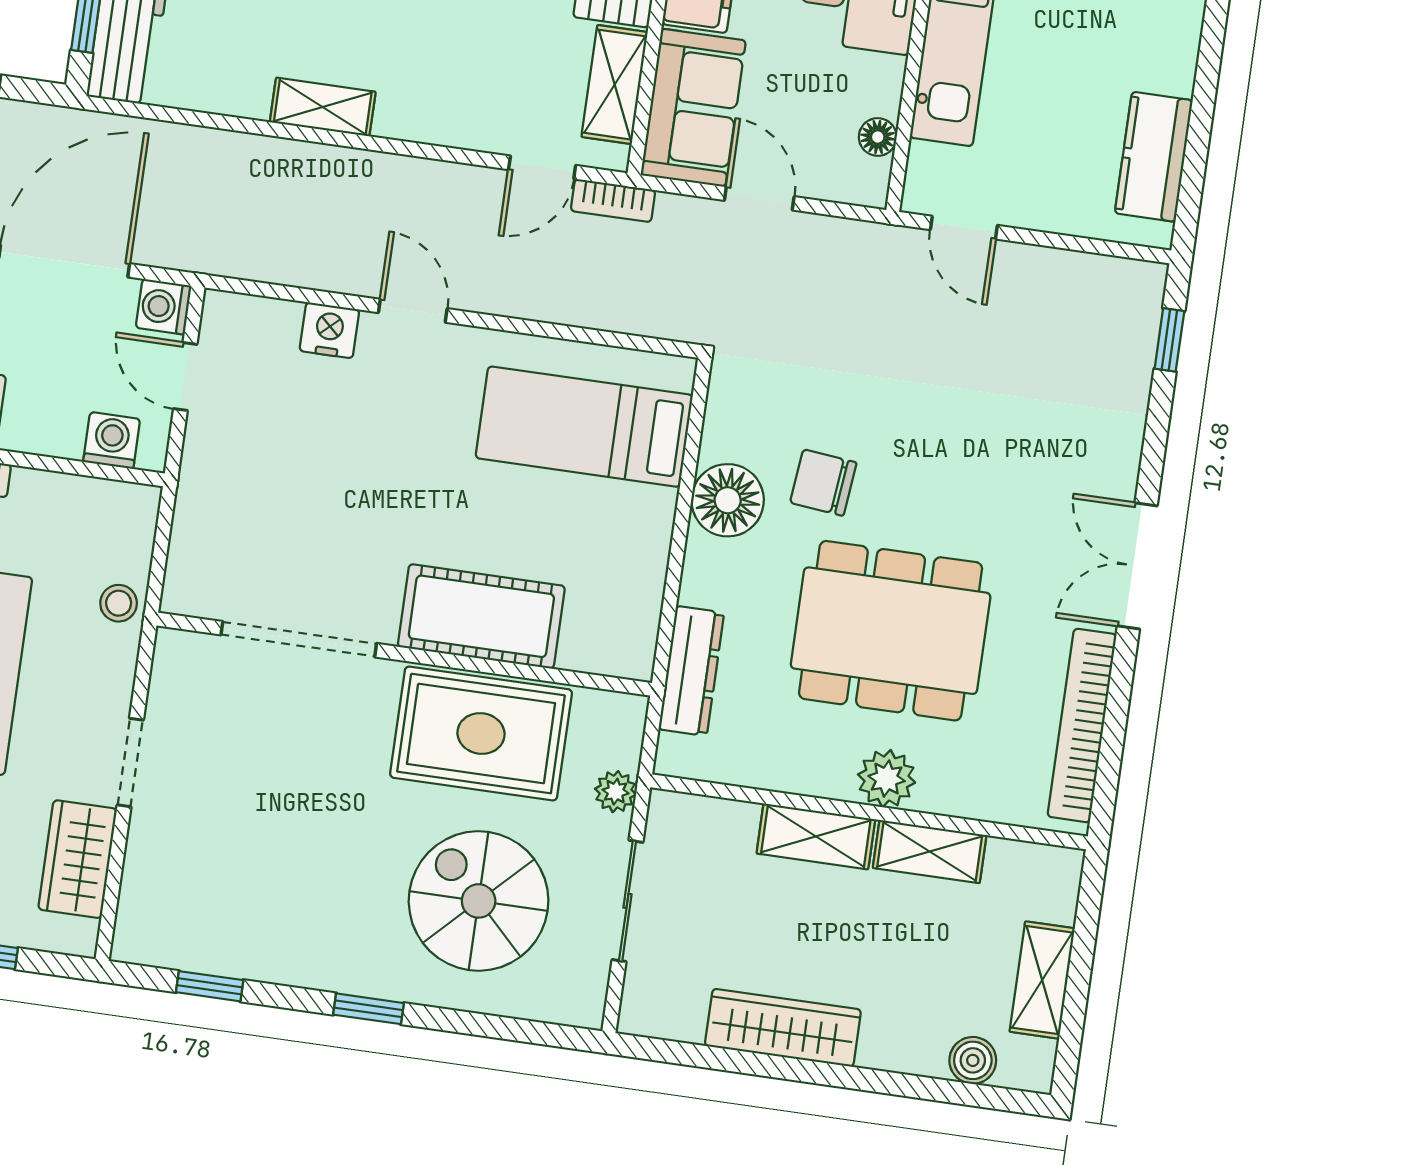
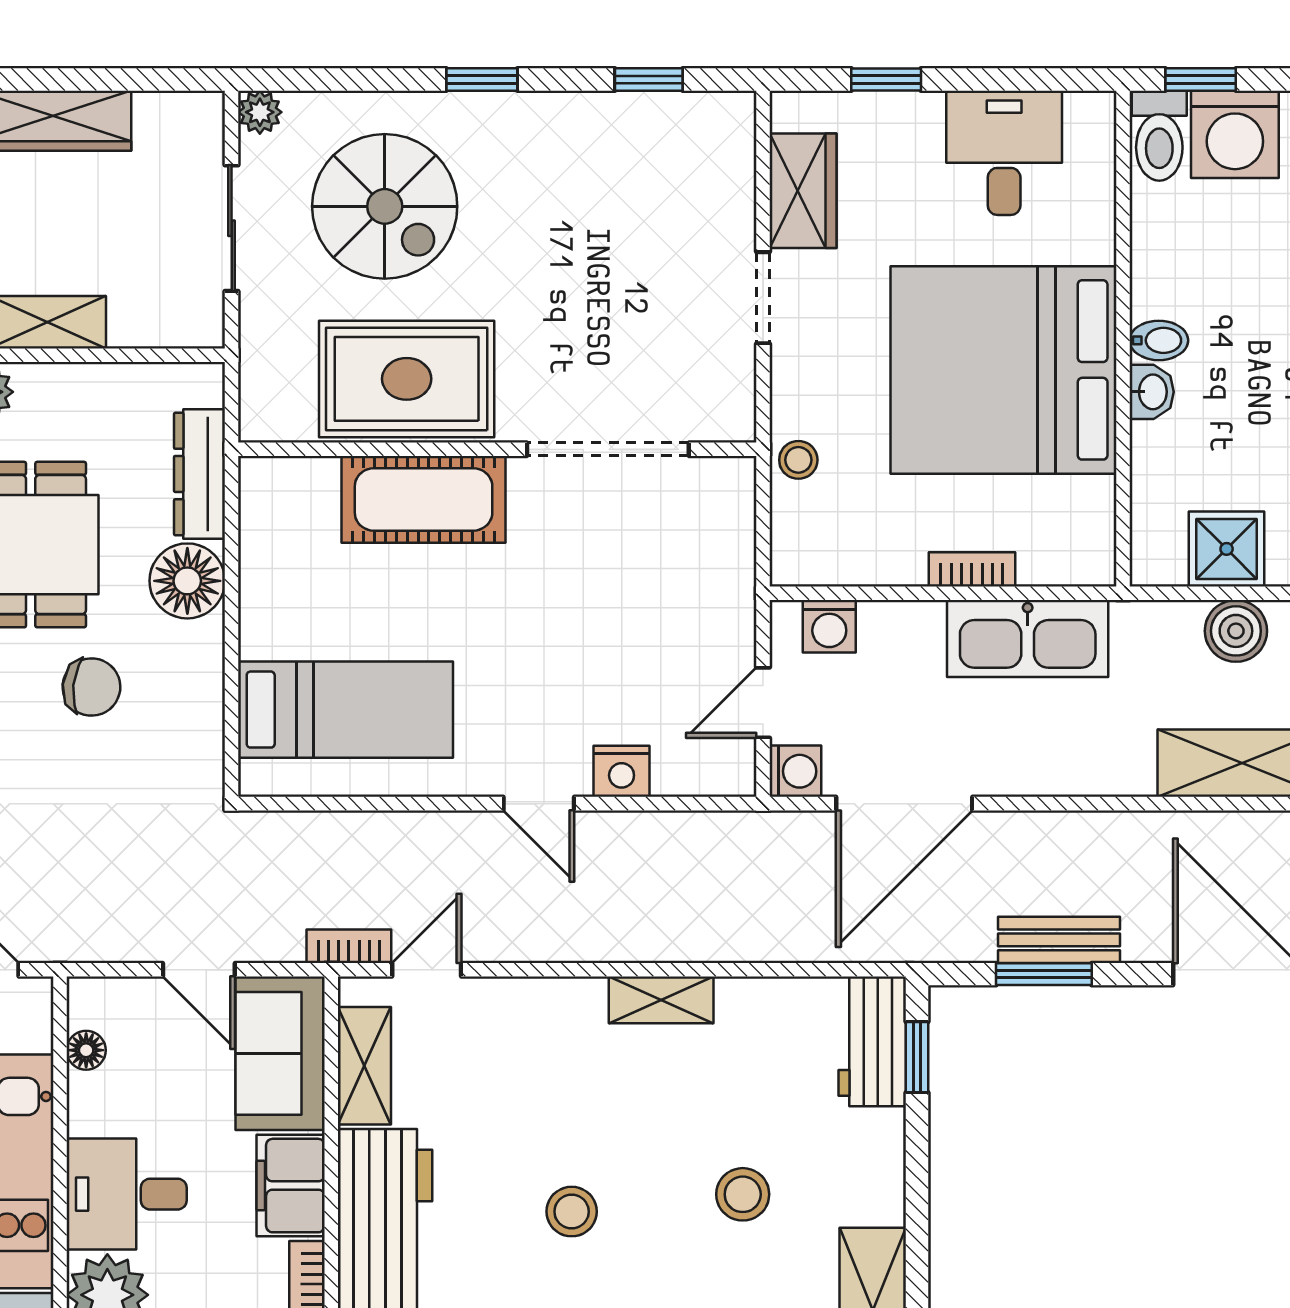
door: (185, 376) -> (763, 703), swing flipped
floor lamp: (728, 500) -> (187, 581), moved
plant: (616, 792) -> (260, 112), moved

